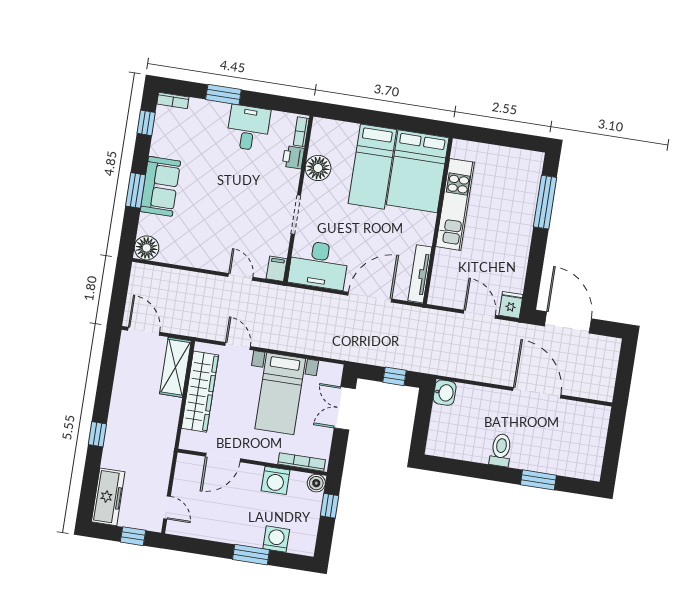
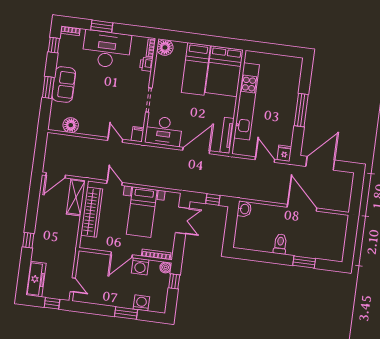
desk: (248, 128) -> (107, 49), width x1.87, depth x1.30
floor lamp: (318, 168) -> (165, 47), moved
window: (545, 202) -> (301, 110), moved
kitchen unit: (455, 204) -> (247, 101), width x1.36
floor lamp: (147, 248) -> (71, 125), moved
door: (568, 322) -> (320, 163), hinge flipped
door: (144, 331) -> (56, 175), swing flipped
double door: (345, 408) -> (182, 220), swing flipped
door: (223, 458) -> (122, 255), moved

